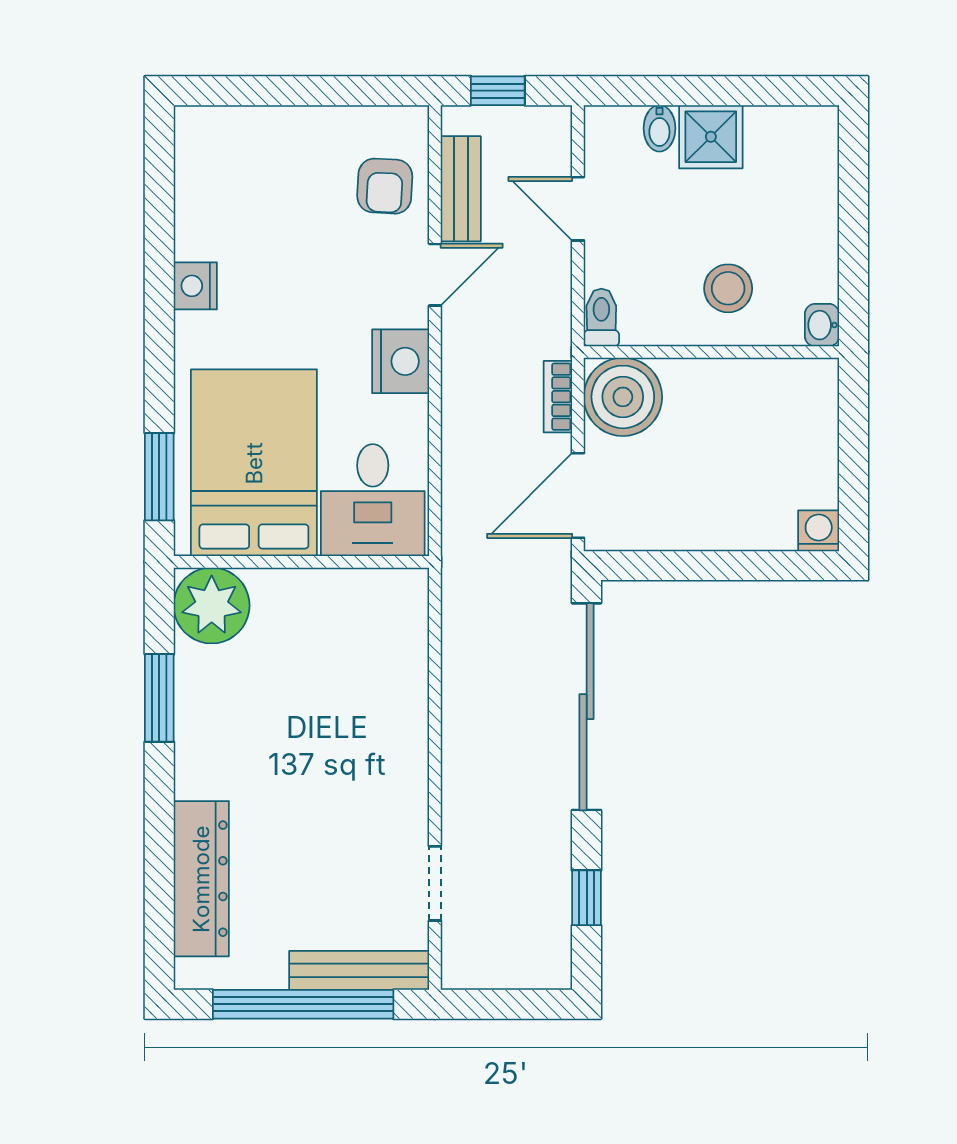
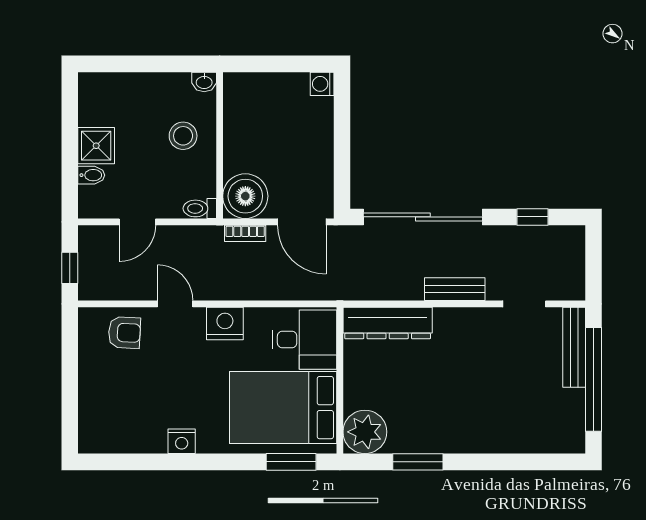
bench: (461, 189) -> (455, 289), moved
dresser: (201, 879) -> (388, 323), moved, turned 180

